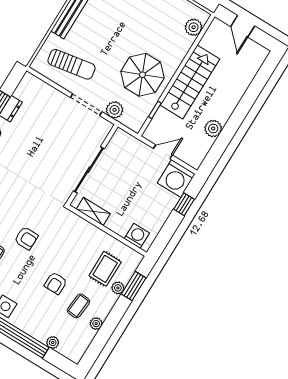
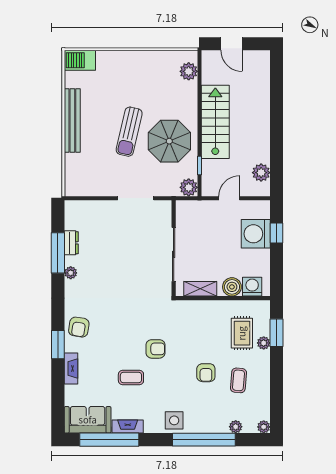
sun lounger: (71, 64) -> (129, 132), moved, turned 113
plant: (115, 110) -> (189, 187), moved
plant: (213, 129) -> (261, 173), moved
washing machine: (176, 179) -> (256, 234), moved, turned 90
boiler: (120, 226) -> (232, 287), added
plant: (96, 324) -> (264, 427), moved

